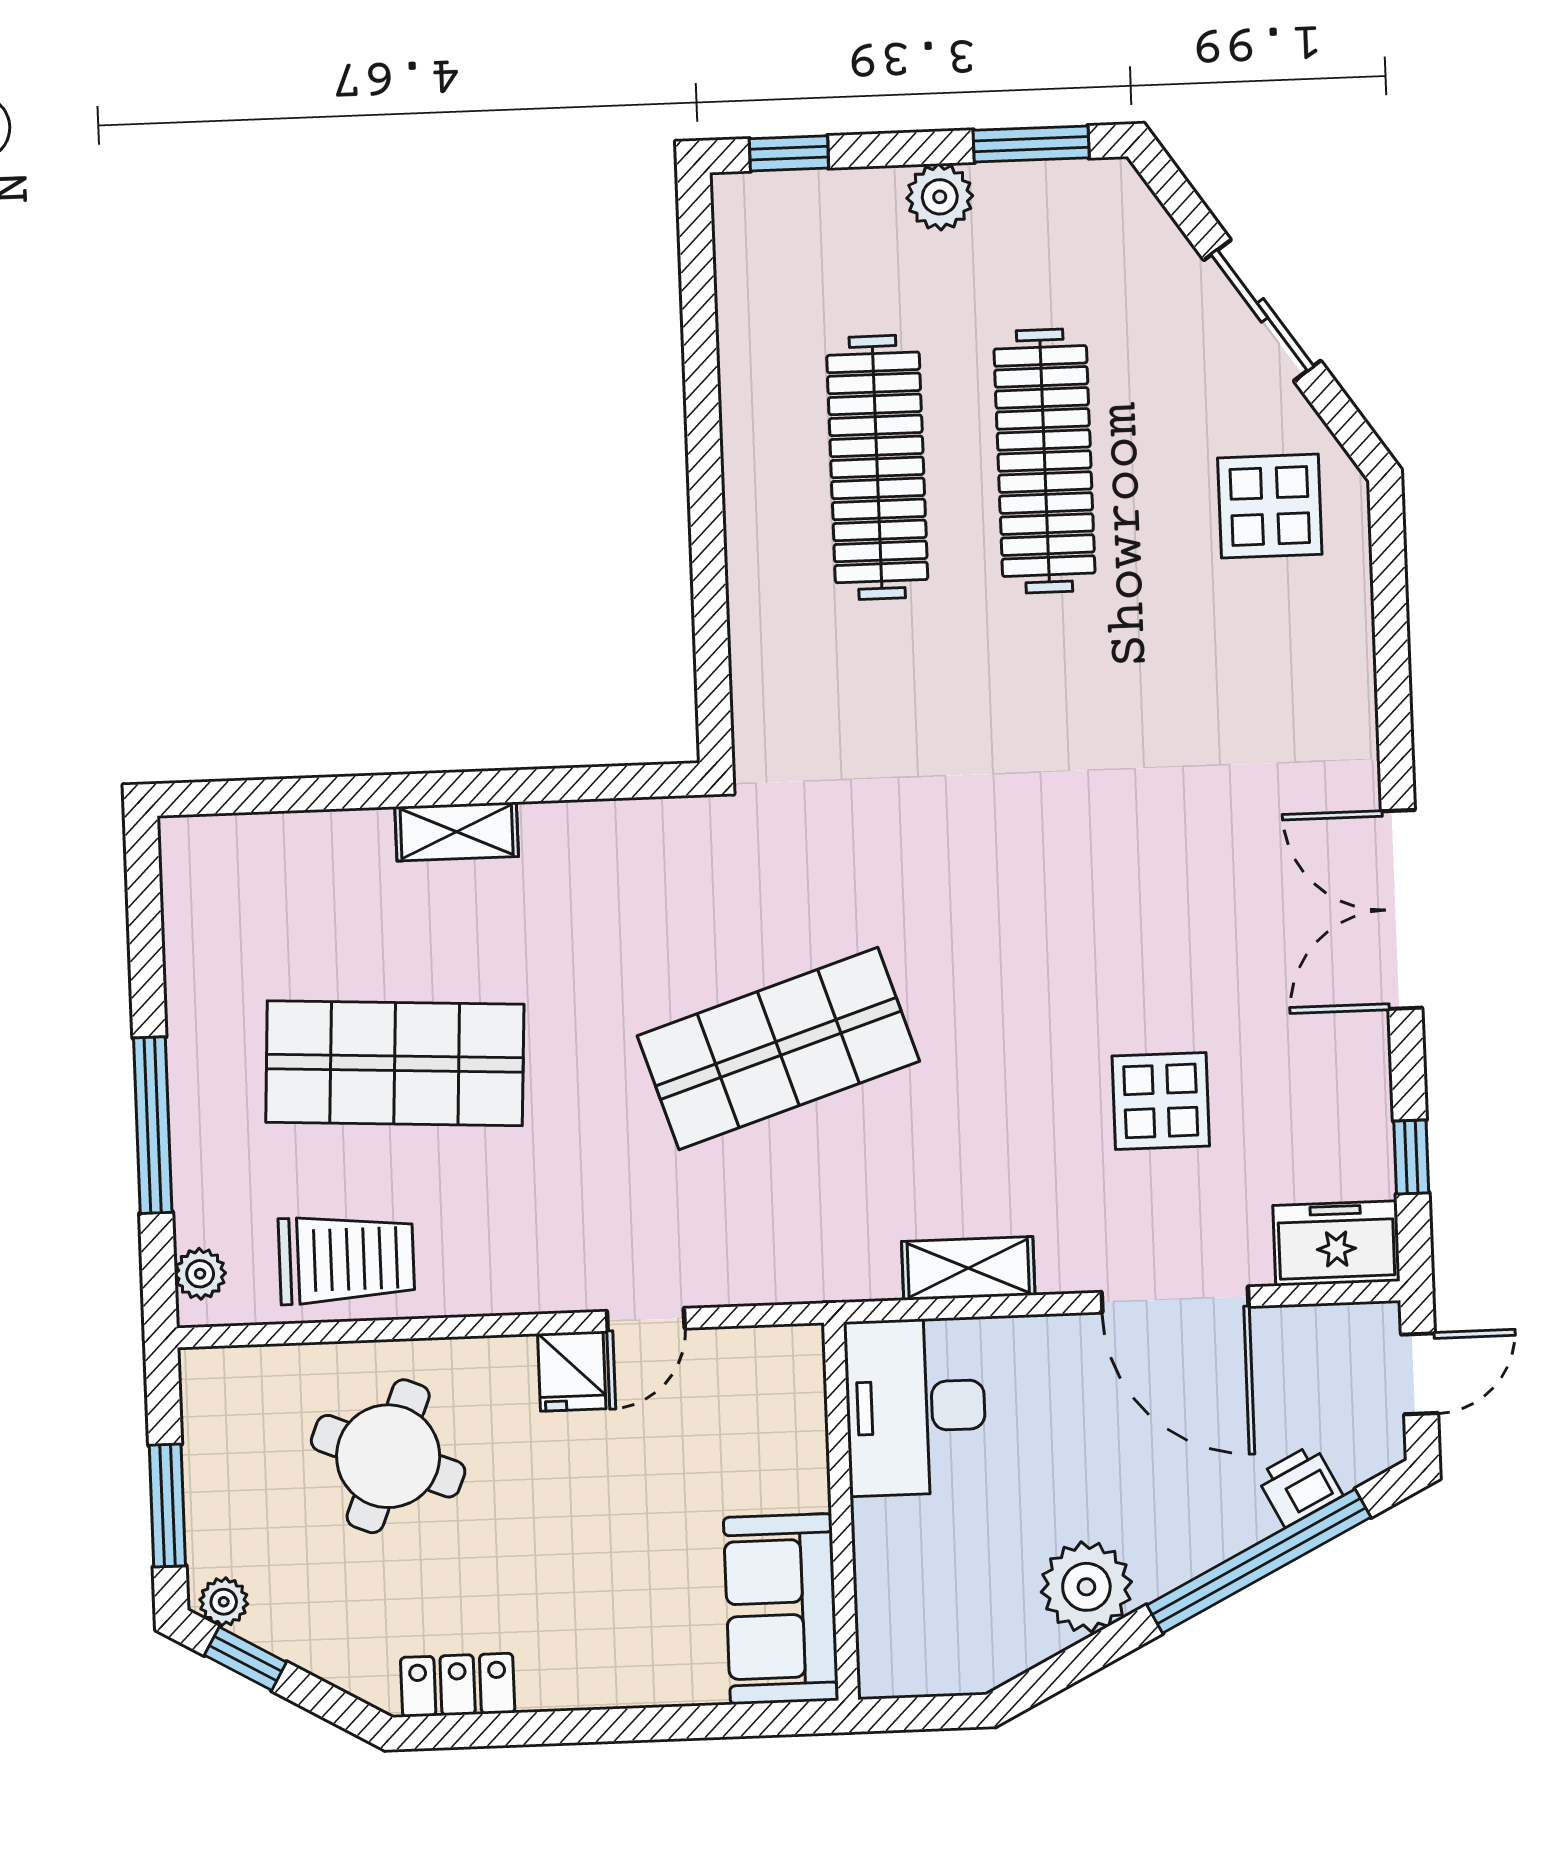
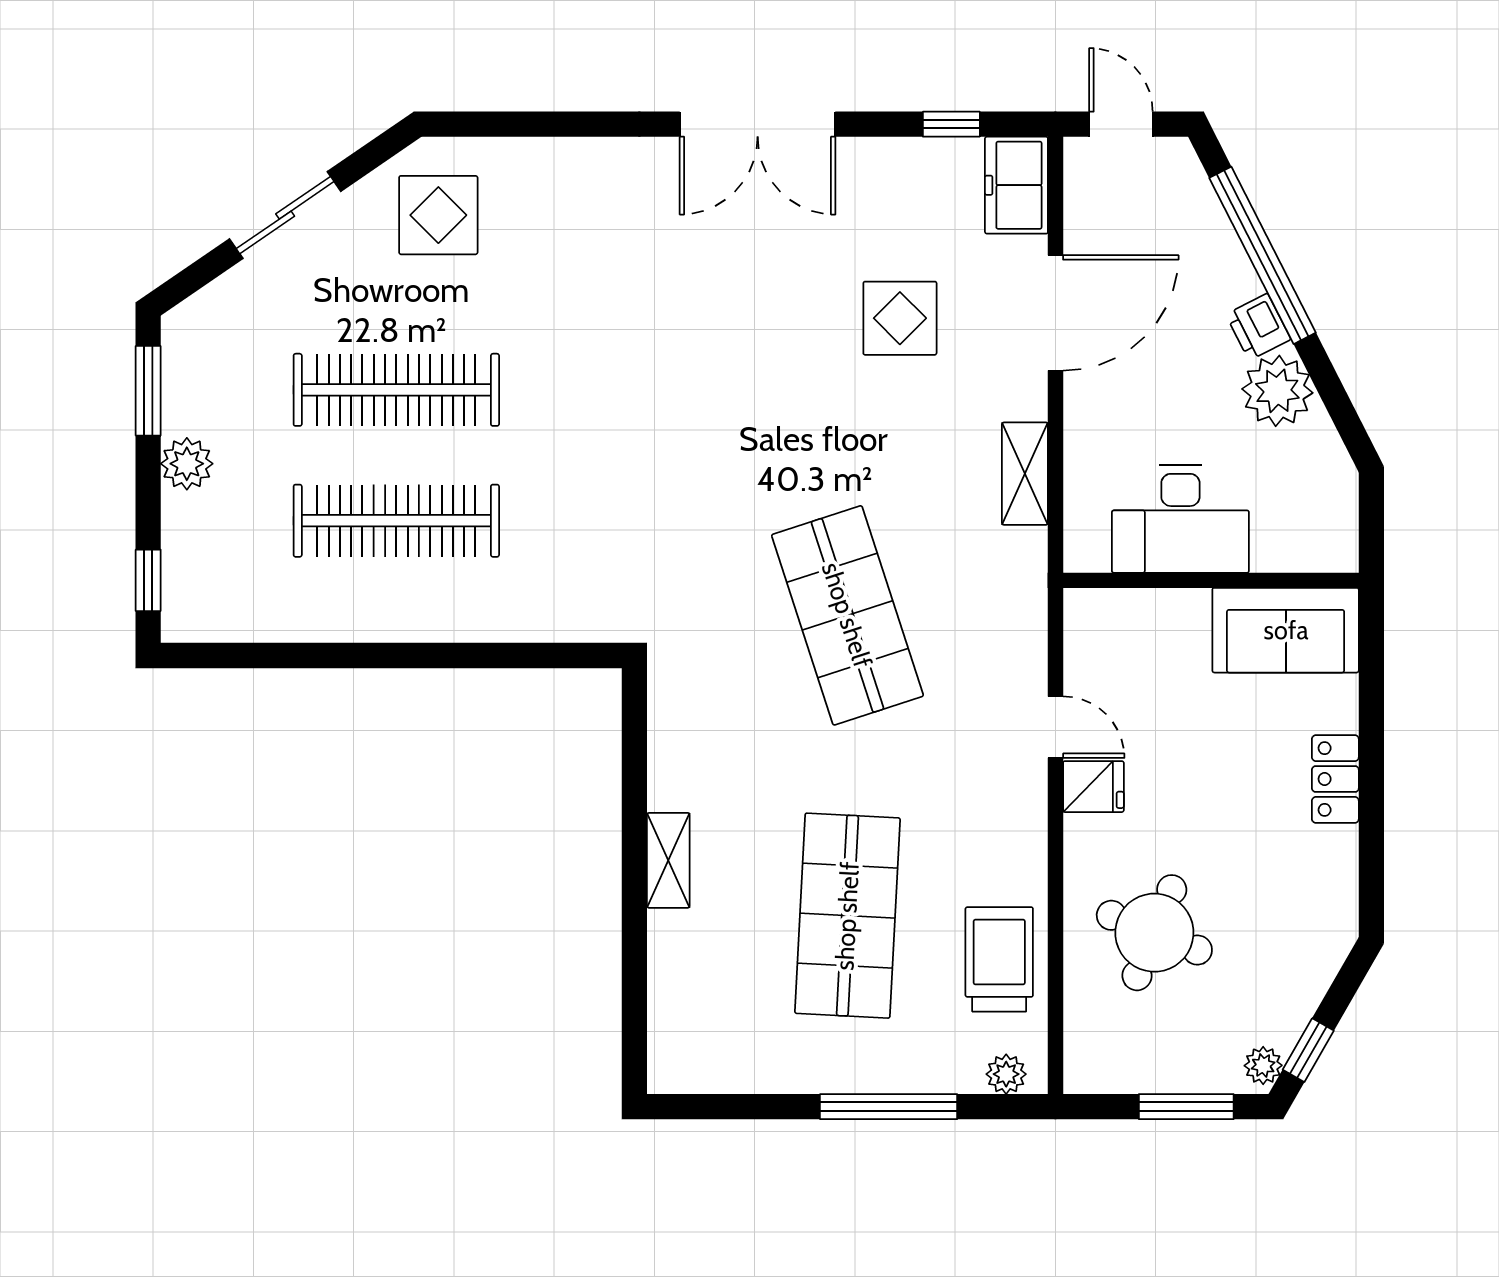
desk: (916, 1407) -> (1180, 519), moved
printer: (1299, 1486) -> (1258, 327), moved
locker: (458, 1685) -> (1335, 779), moved

